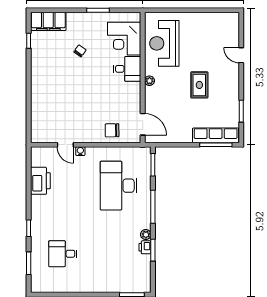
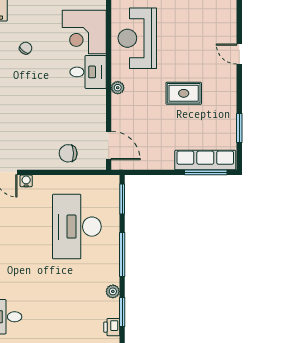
rug: (199, 85) -> (184, 93), turned 90
printer: (145, 247) -> (112, 327), moved

